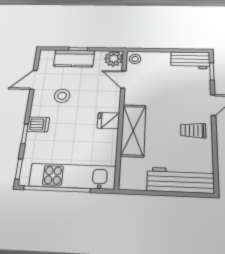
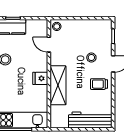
plant: (114, 59) -> (41, 27), removed
workbench: (190, 60) -> (98, 27), removed
stool: (182, 96) -> (91, 58), added

